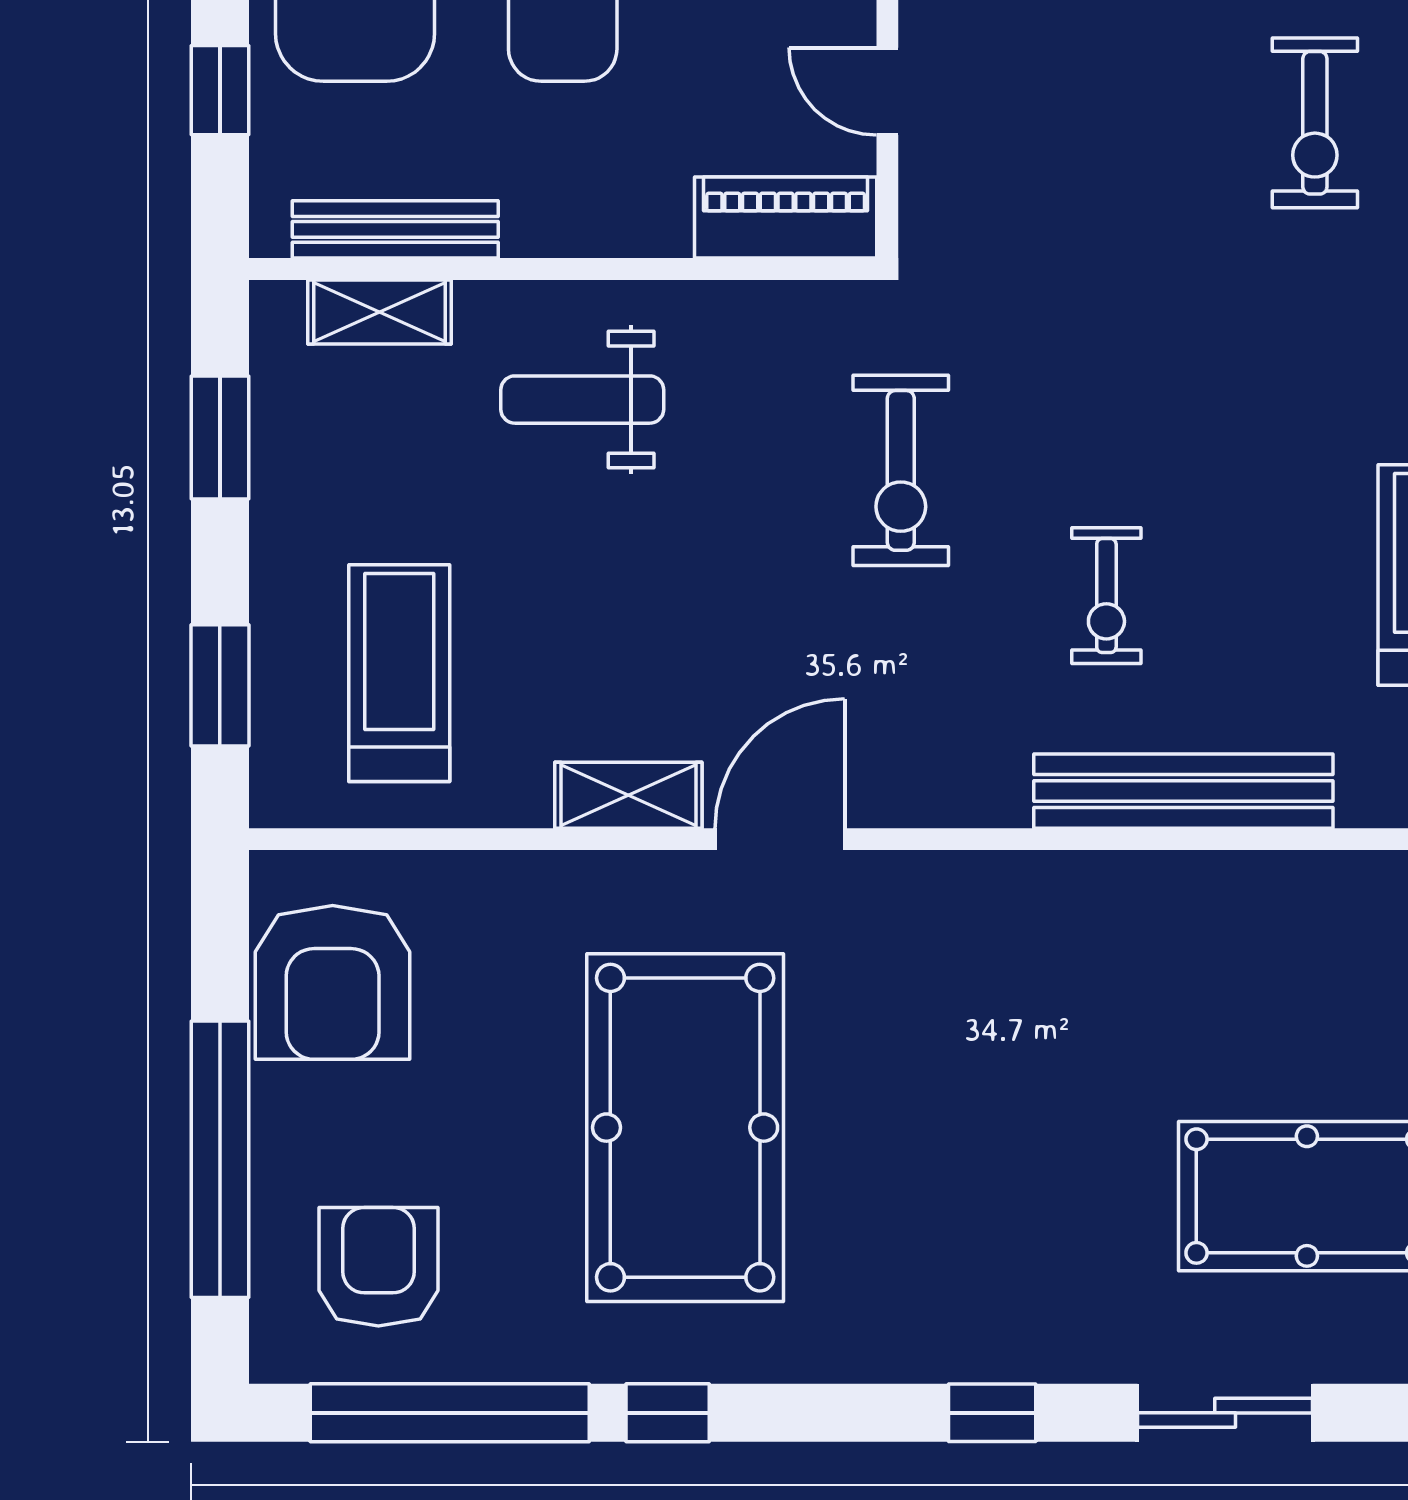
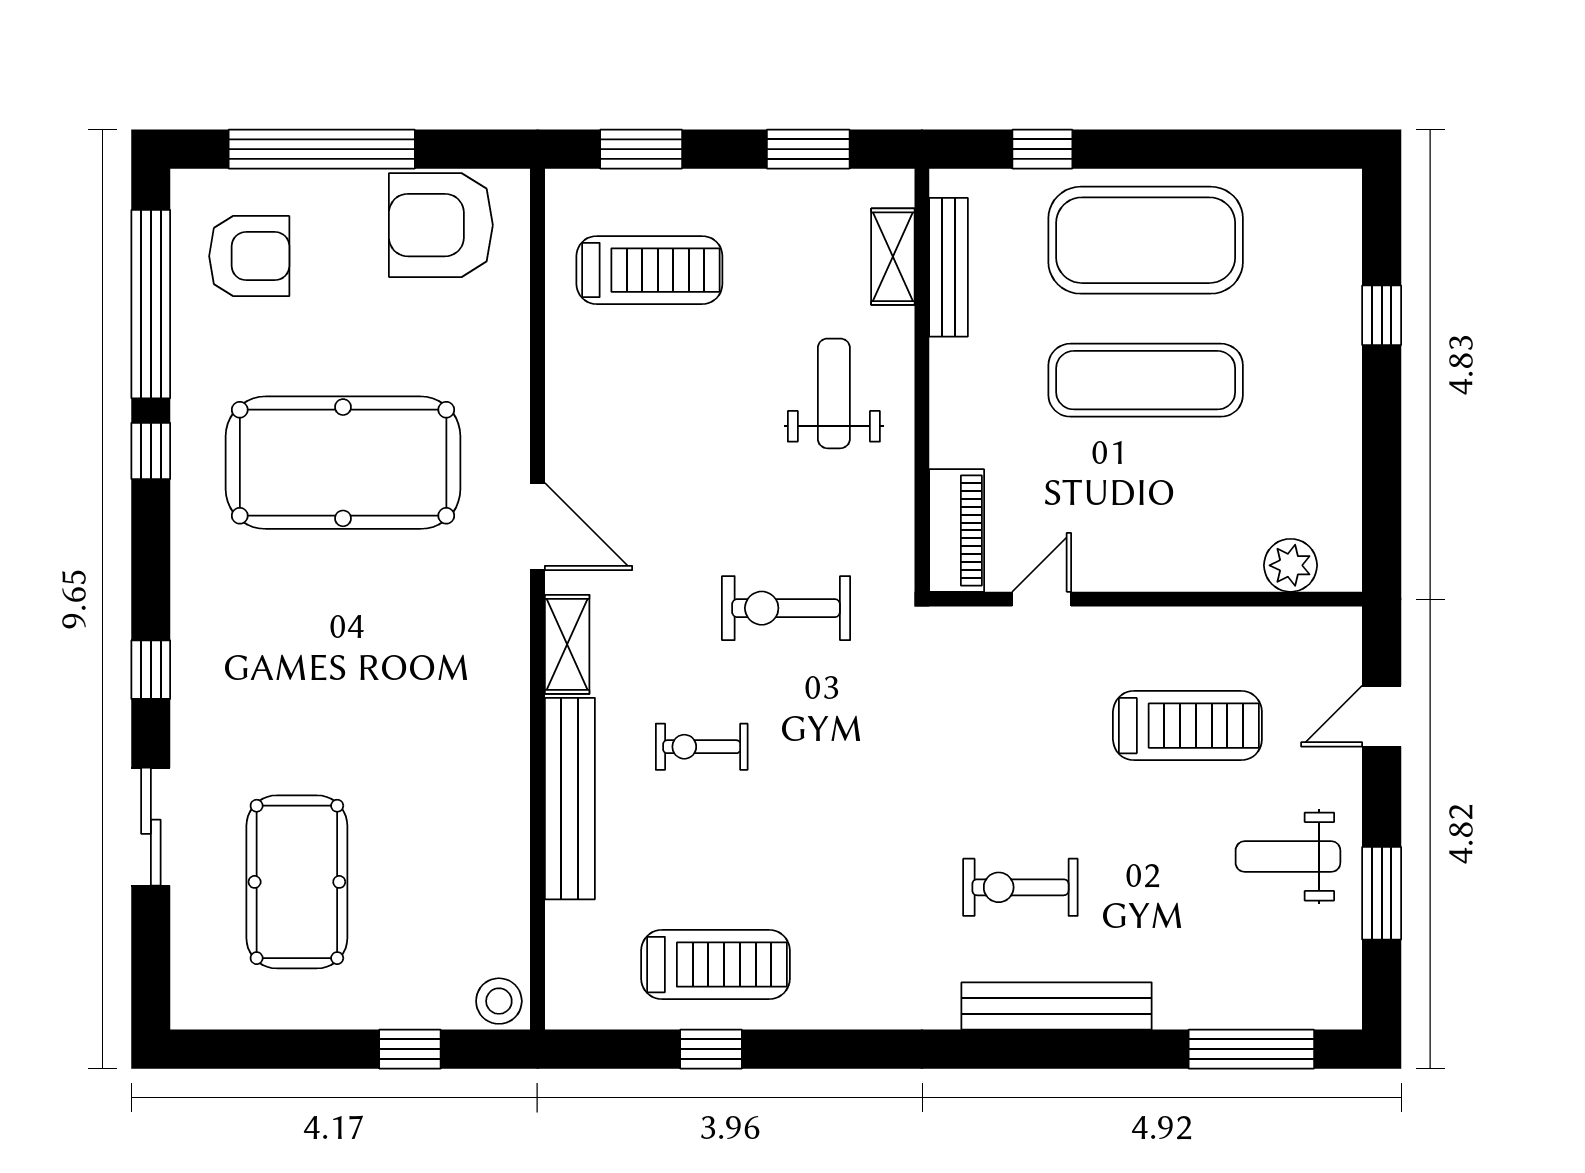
shelving: (628, 795) -> (567, 644), moved

